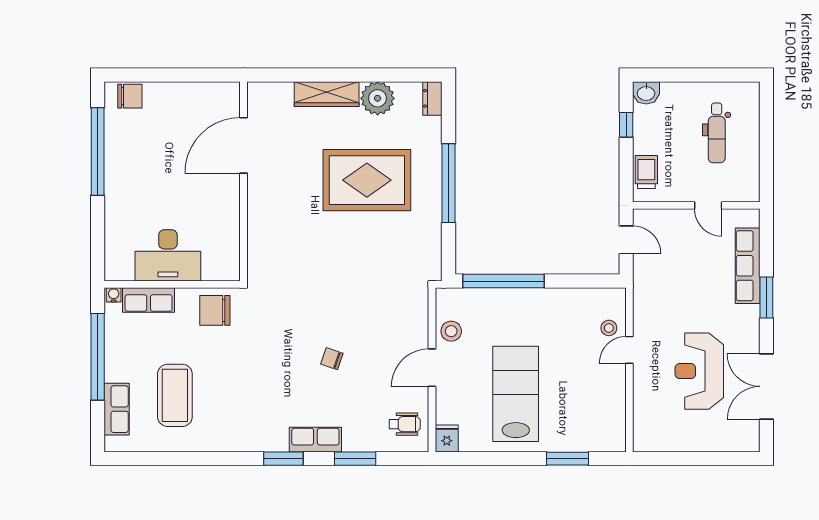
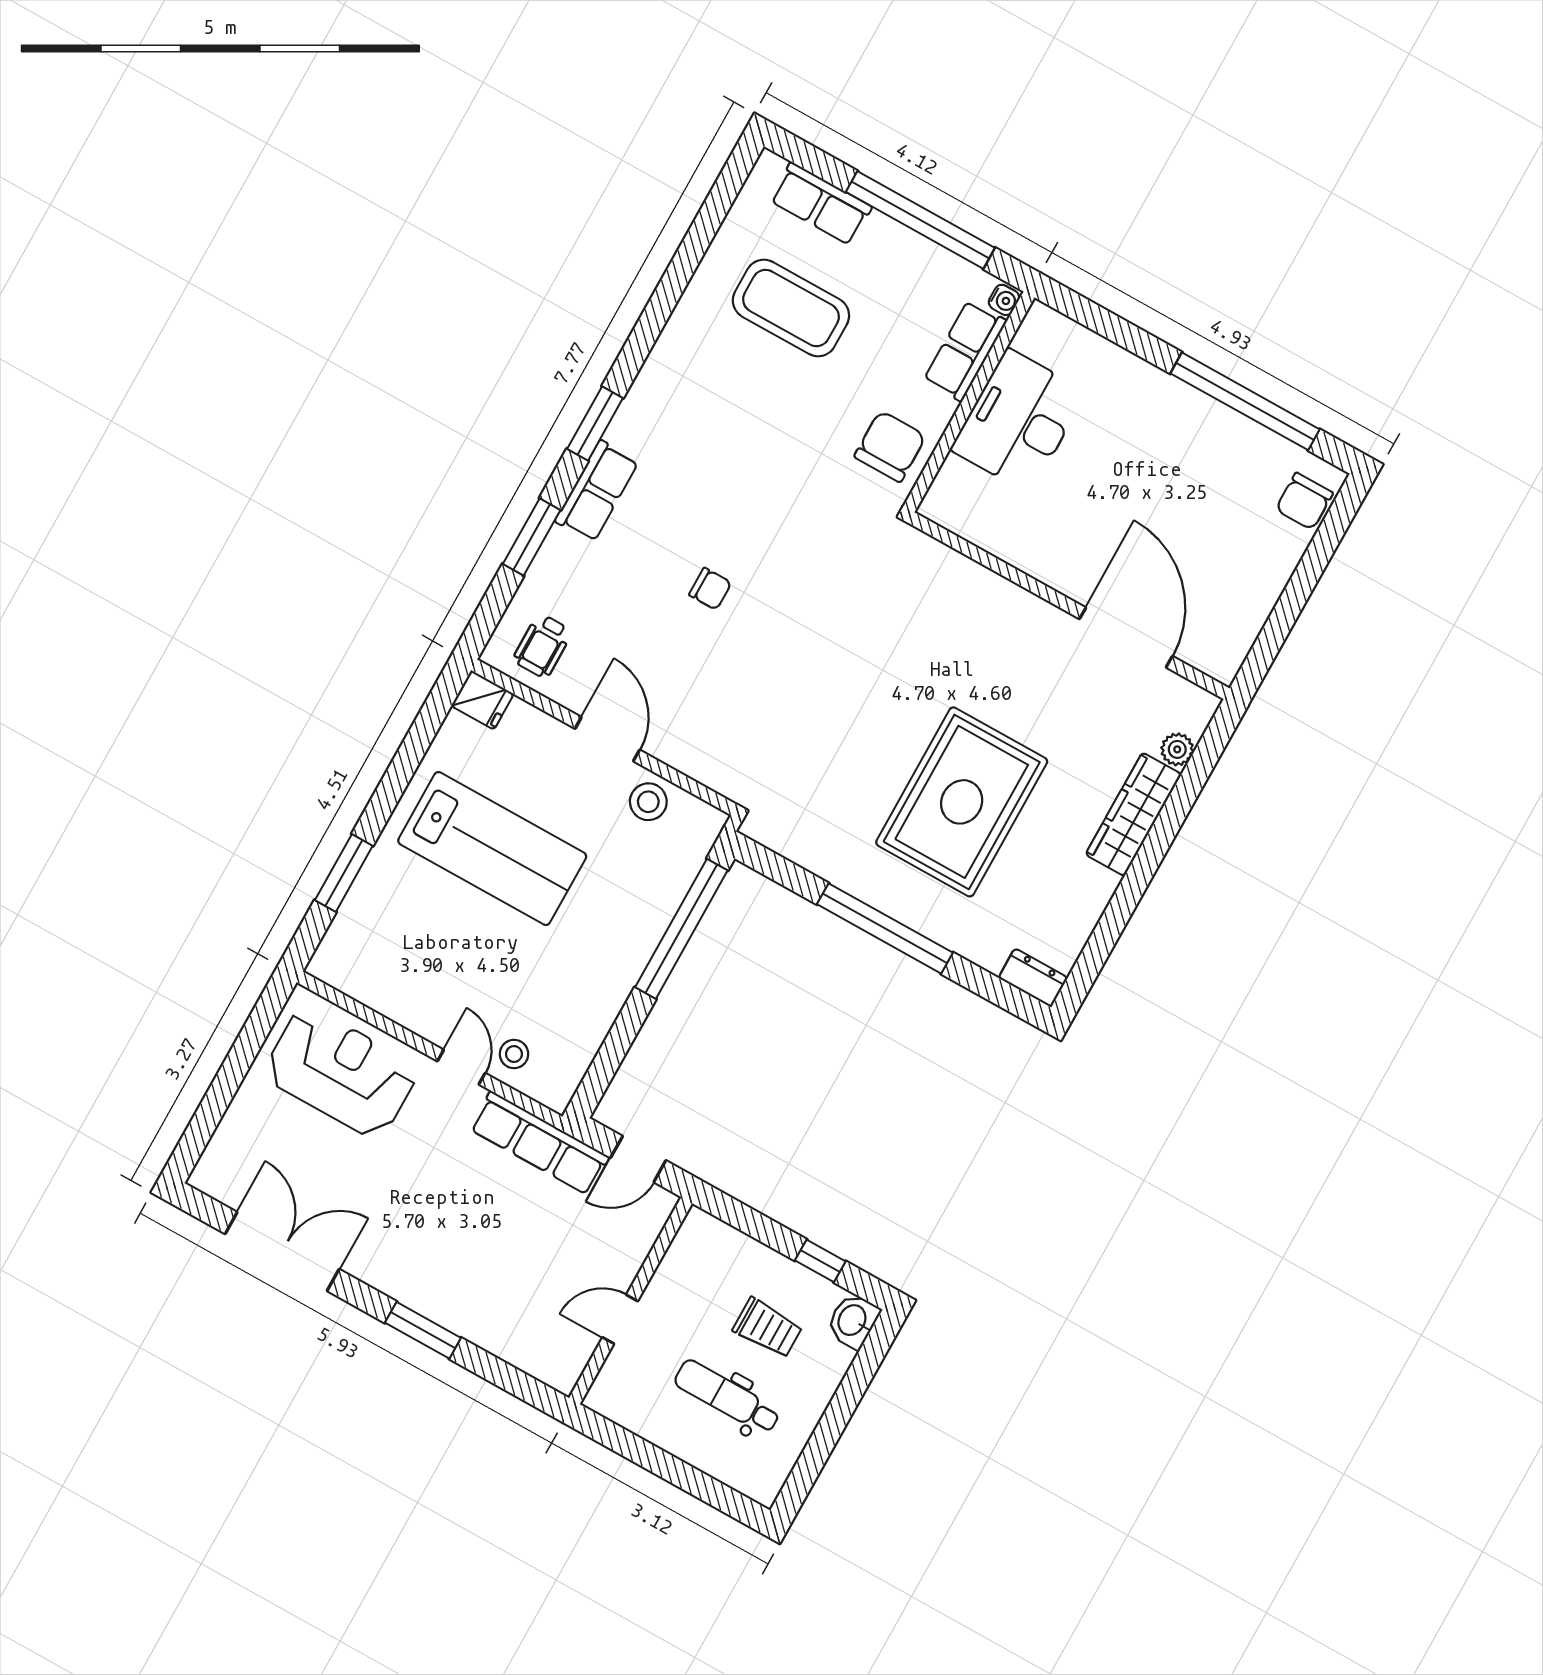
plant: (378, 98) -> (1177, 749), moved, width x0.53, depth x0.53
trolley: (646, 172) -> (768, 1328), moved
row of seats: (748, 266) -> (539, 1143), moved, turned 180
chair: (332, 359) -> (710, 589), turned 71
reception desk: (699, 371) -> (341, 1072), moved

